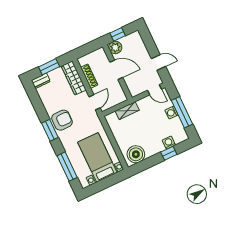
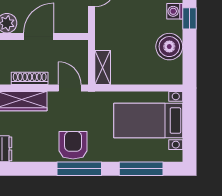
shelving: (127, 111) -> (103, 67), moved
window: (50, 130) -> (79, 169), width x1.44
boiler: (136, 154) -> (169, 47), moved

